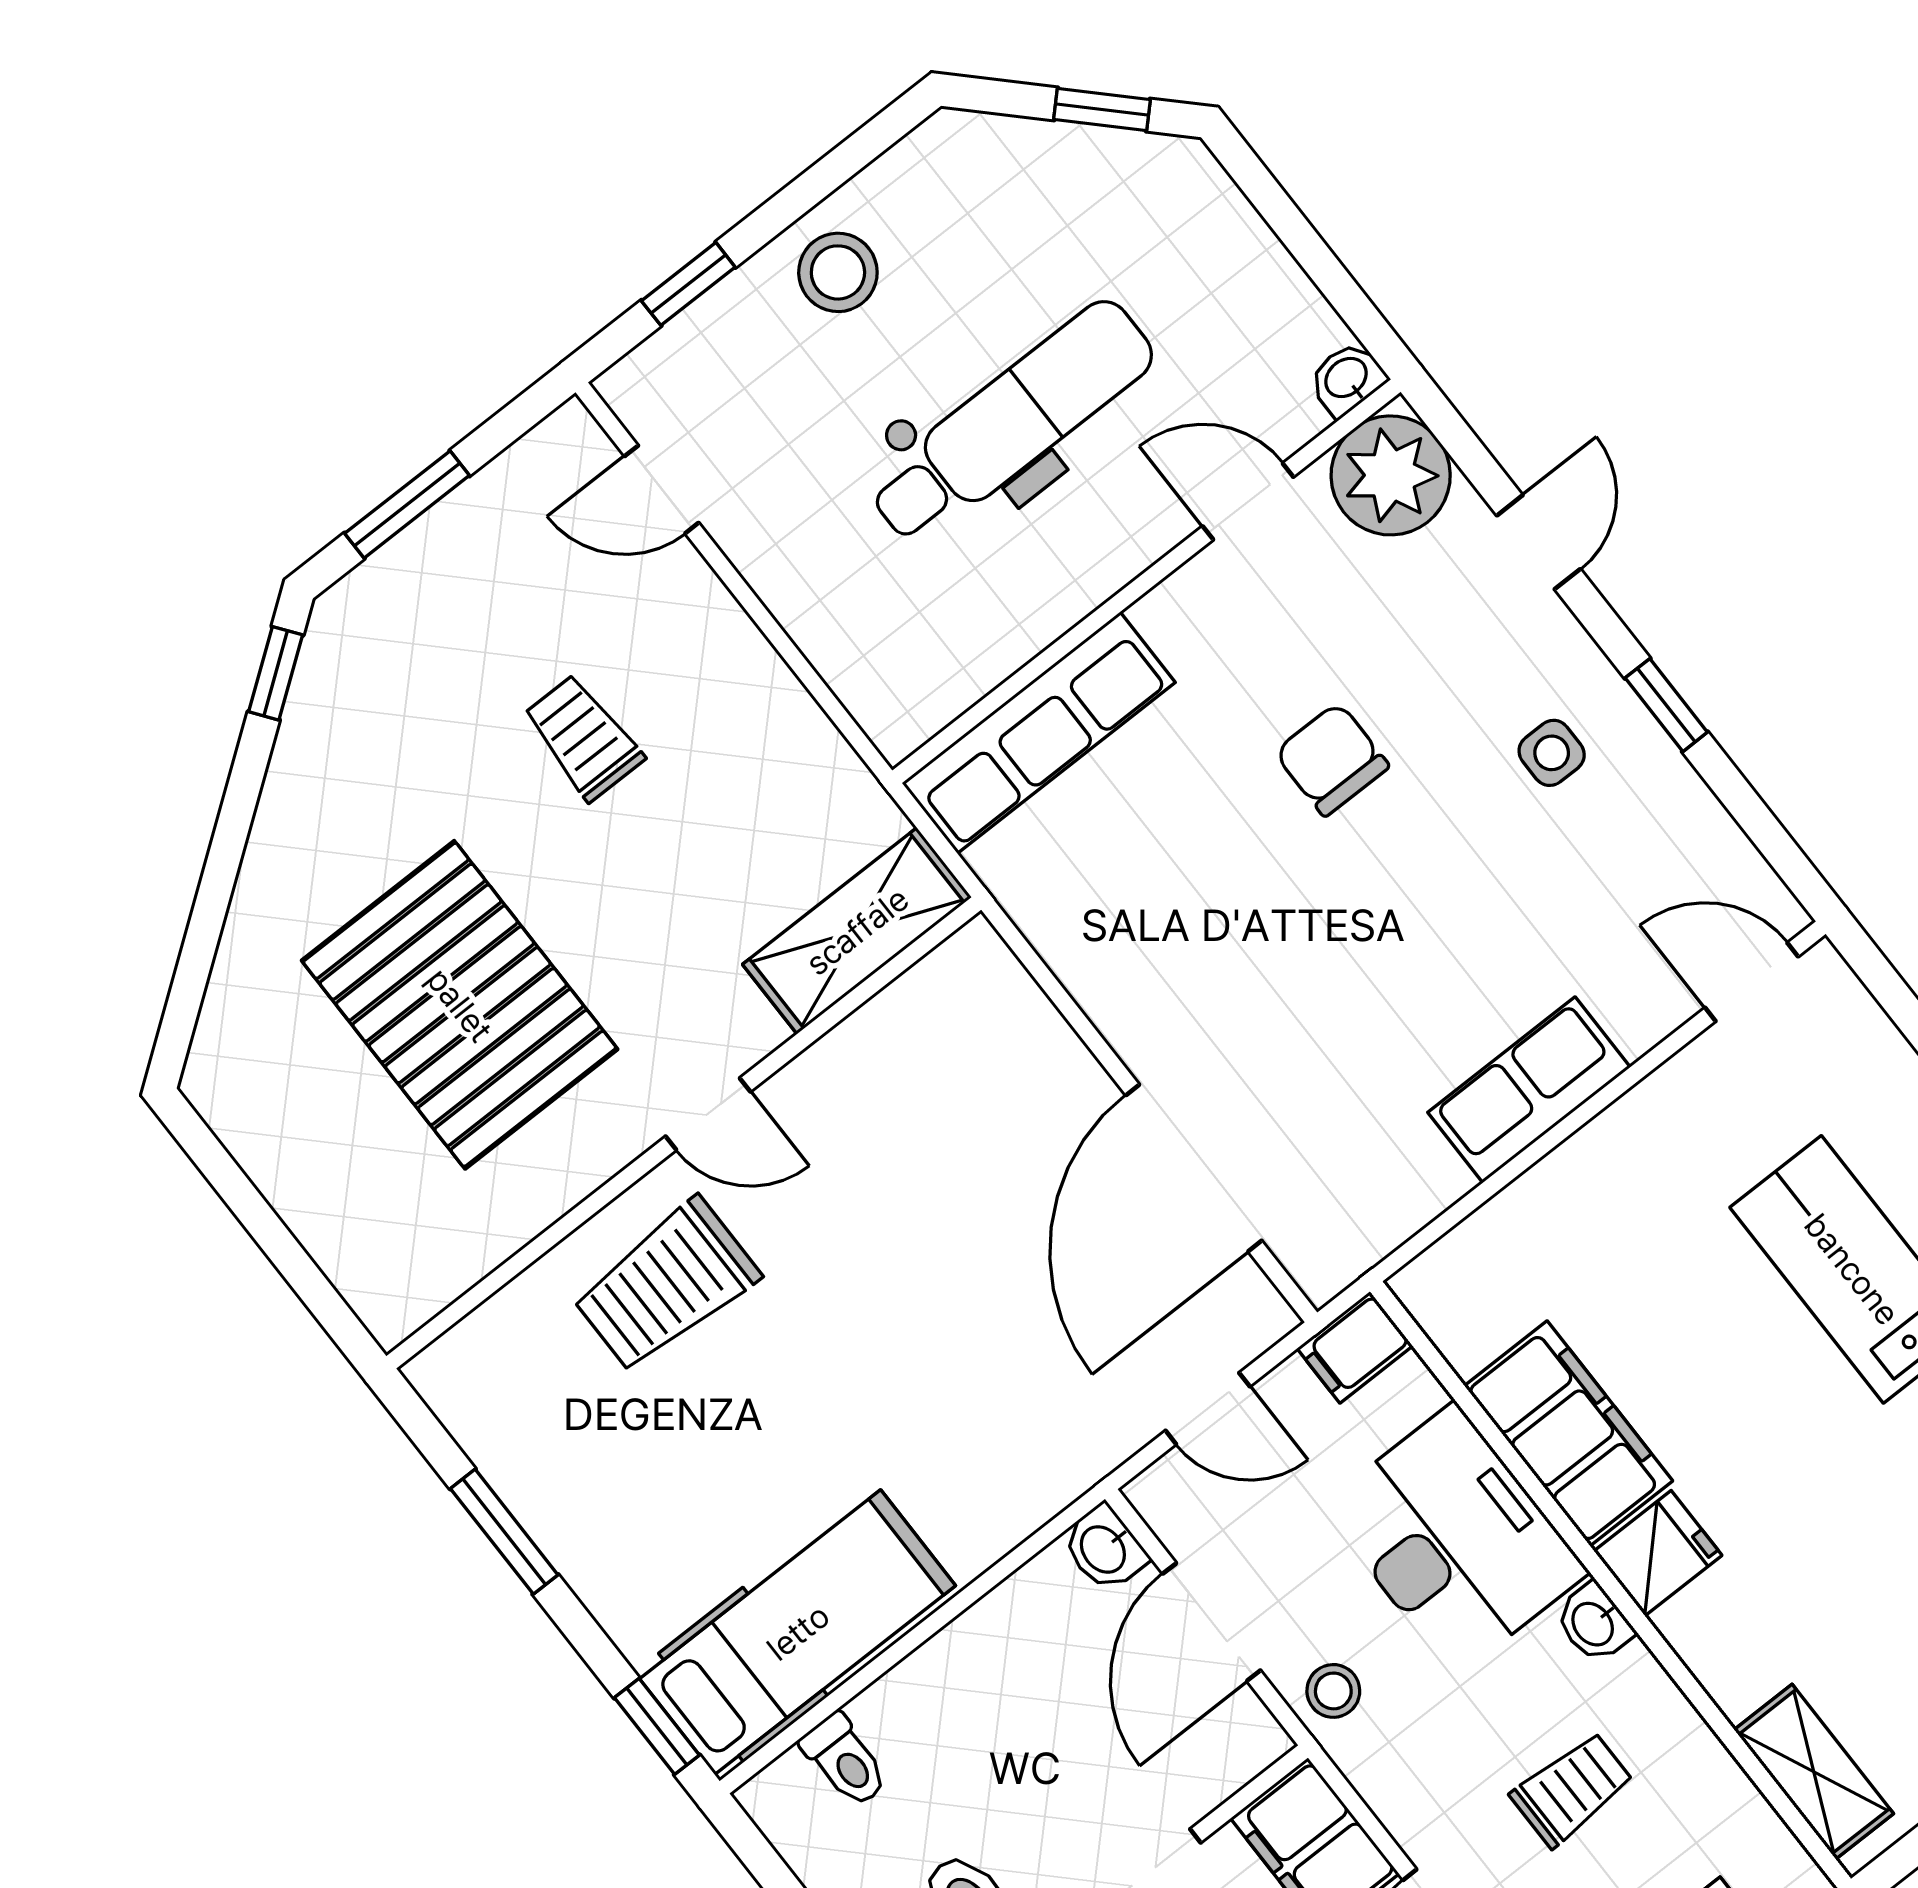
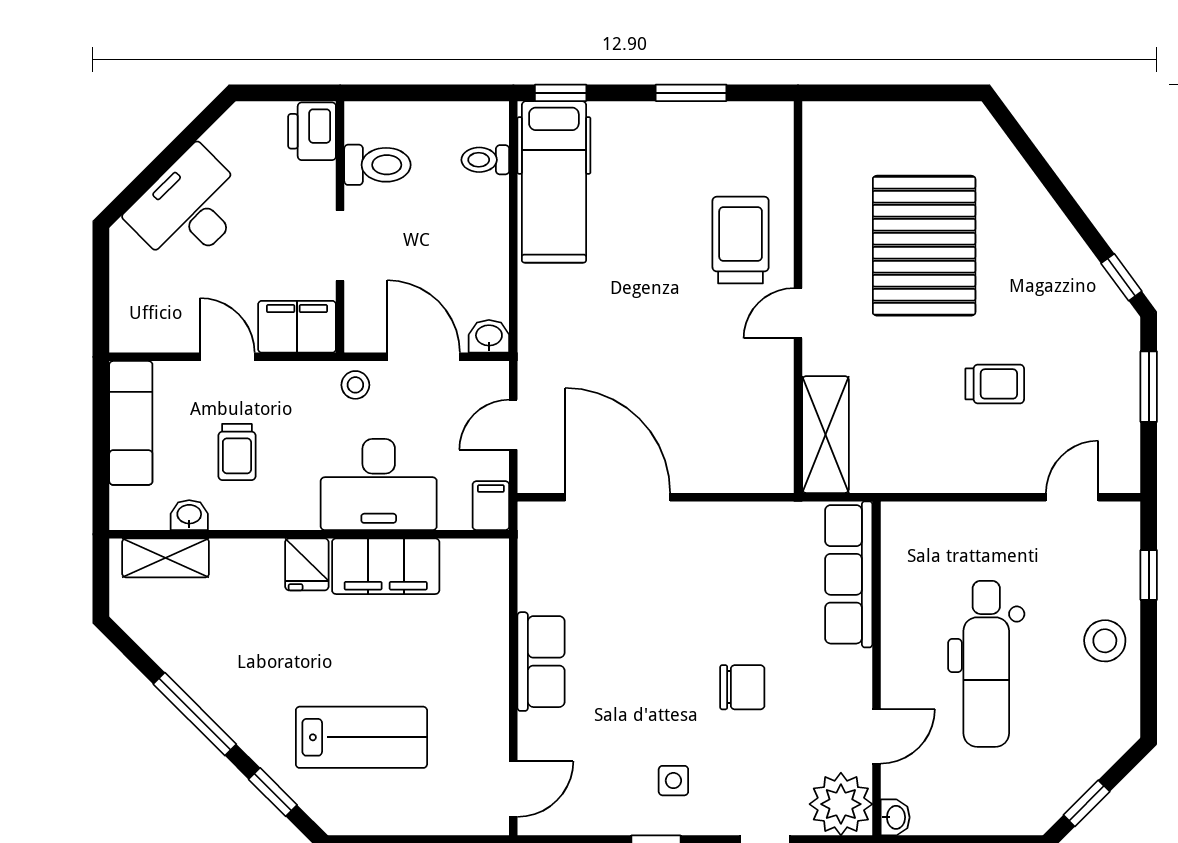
pallet: (460, 1005) -> (924, 246), turned 90
washbasin: (1594, 1623) -> (189, 515), moved

